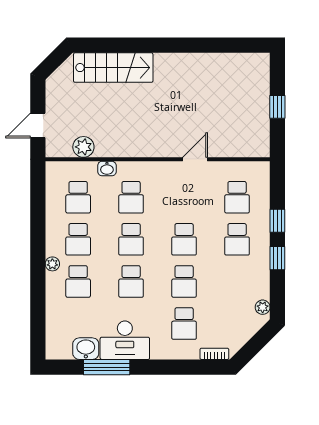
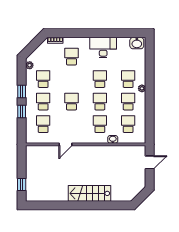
stairs: (113, 68) -> (89, 193), moved
window: (277, 107) -> (22, 184), moved
plant: (83, 147) -> (125, 151), removed
school desk: (184, 281) -> (43, 79), moved
washbasin: (86, 349) -> (137, 43), moved
window: (107, 367) -> (113, 33), removed

